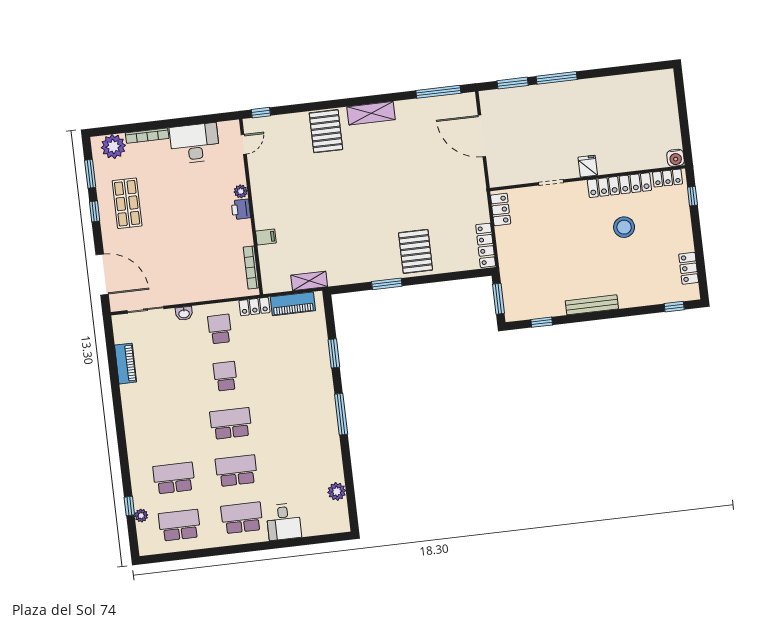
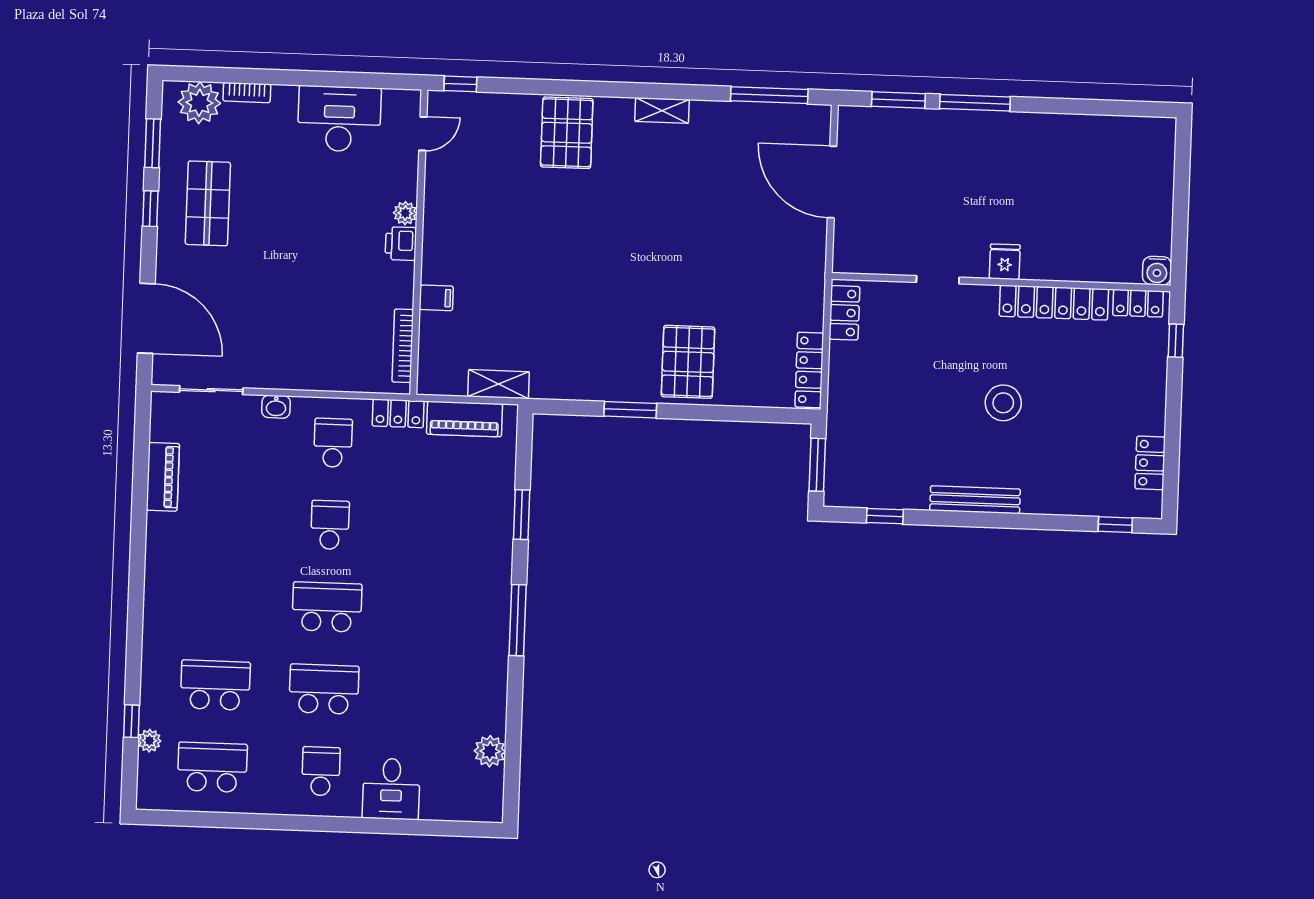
shelving: (371, 113) -> (662, 110), width x0.67, depth x0.75
bookcase: (147, 136) -> (247, 93), width x0.64
stool: (624, 227) -> (1003, 403), moved
school desk: (242, 518) -> (321, 771), width x0.54

